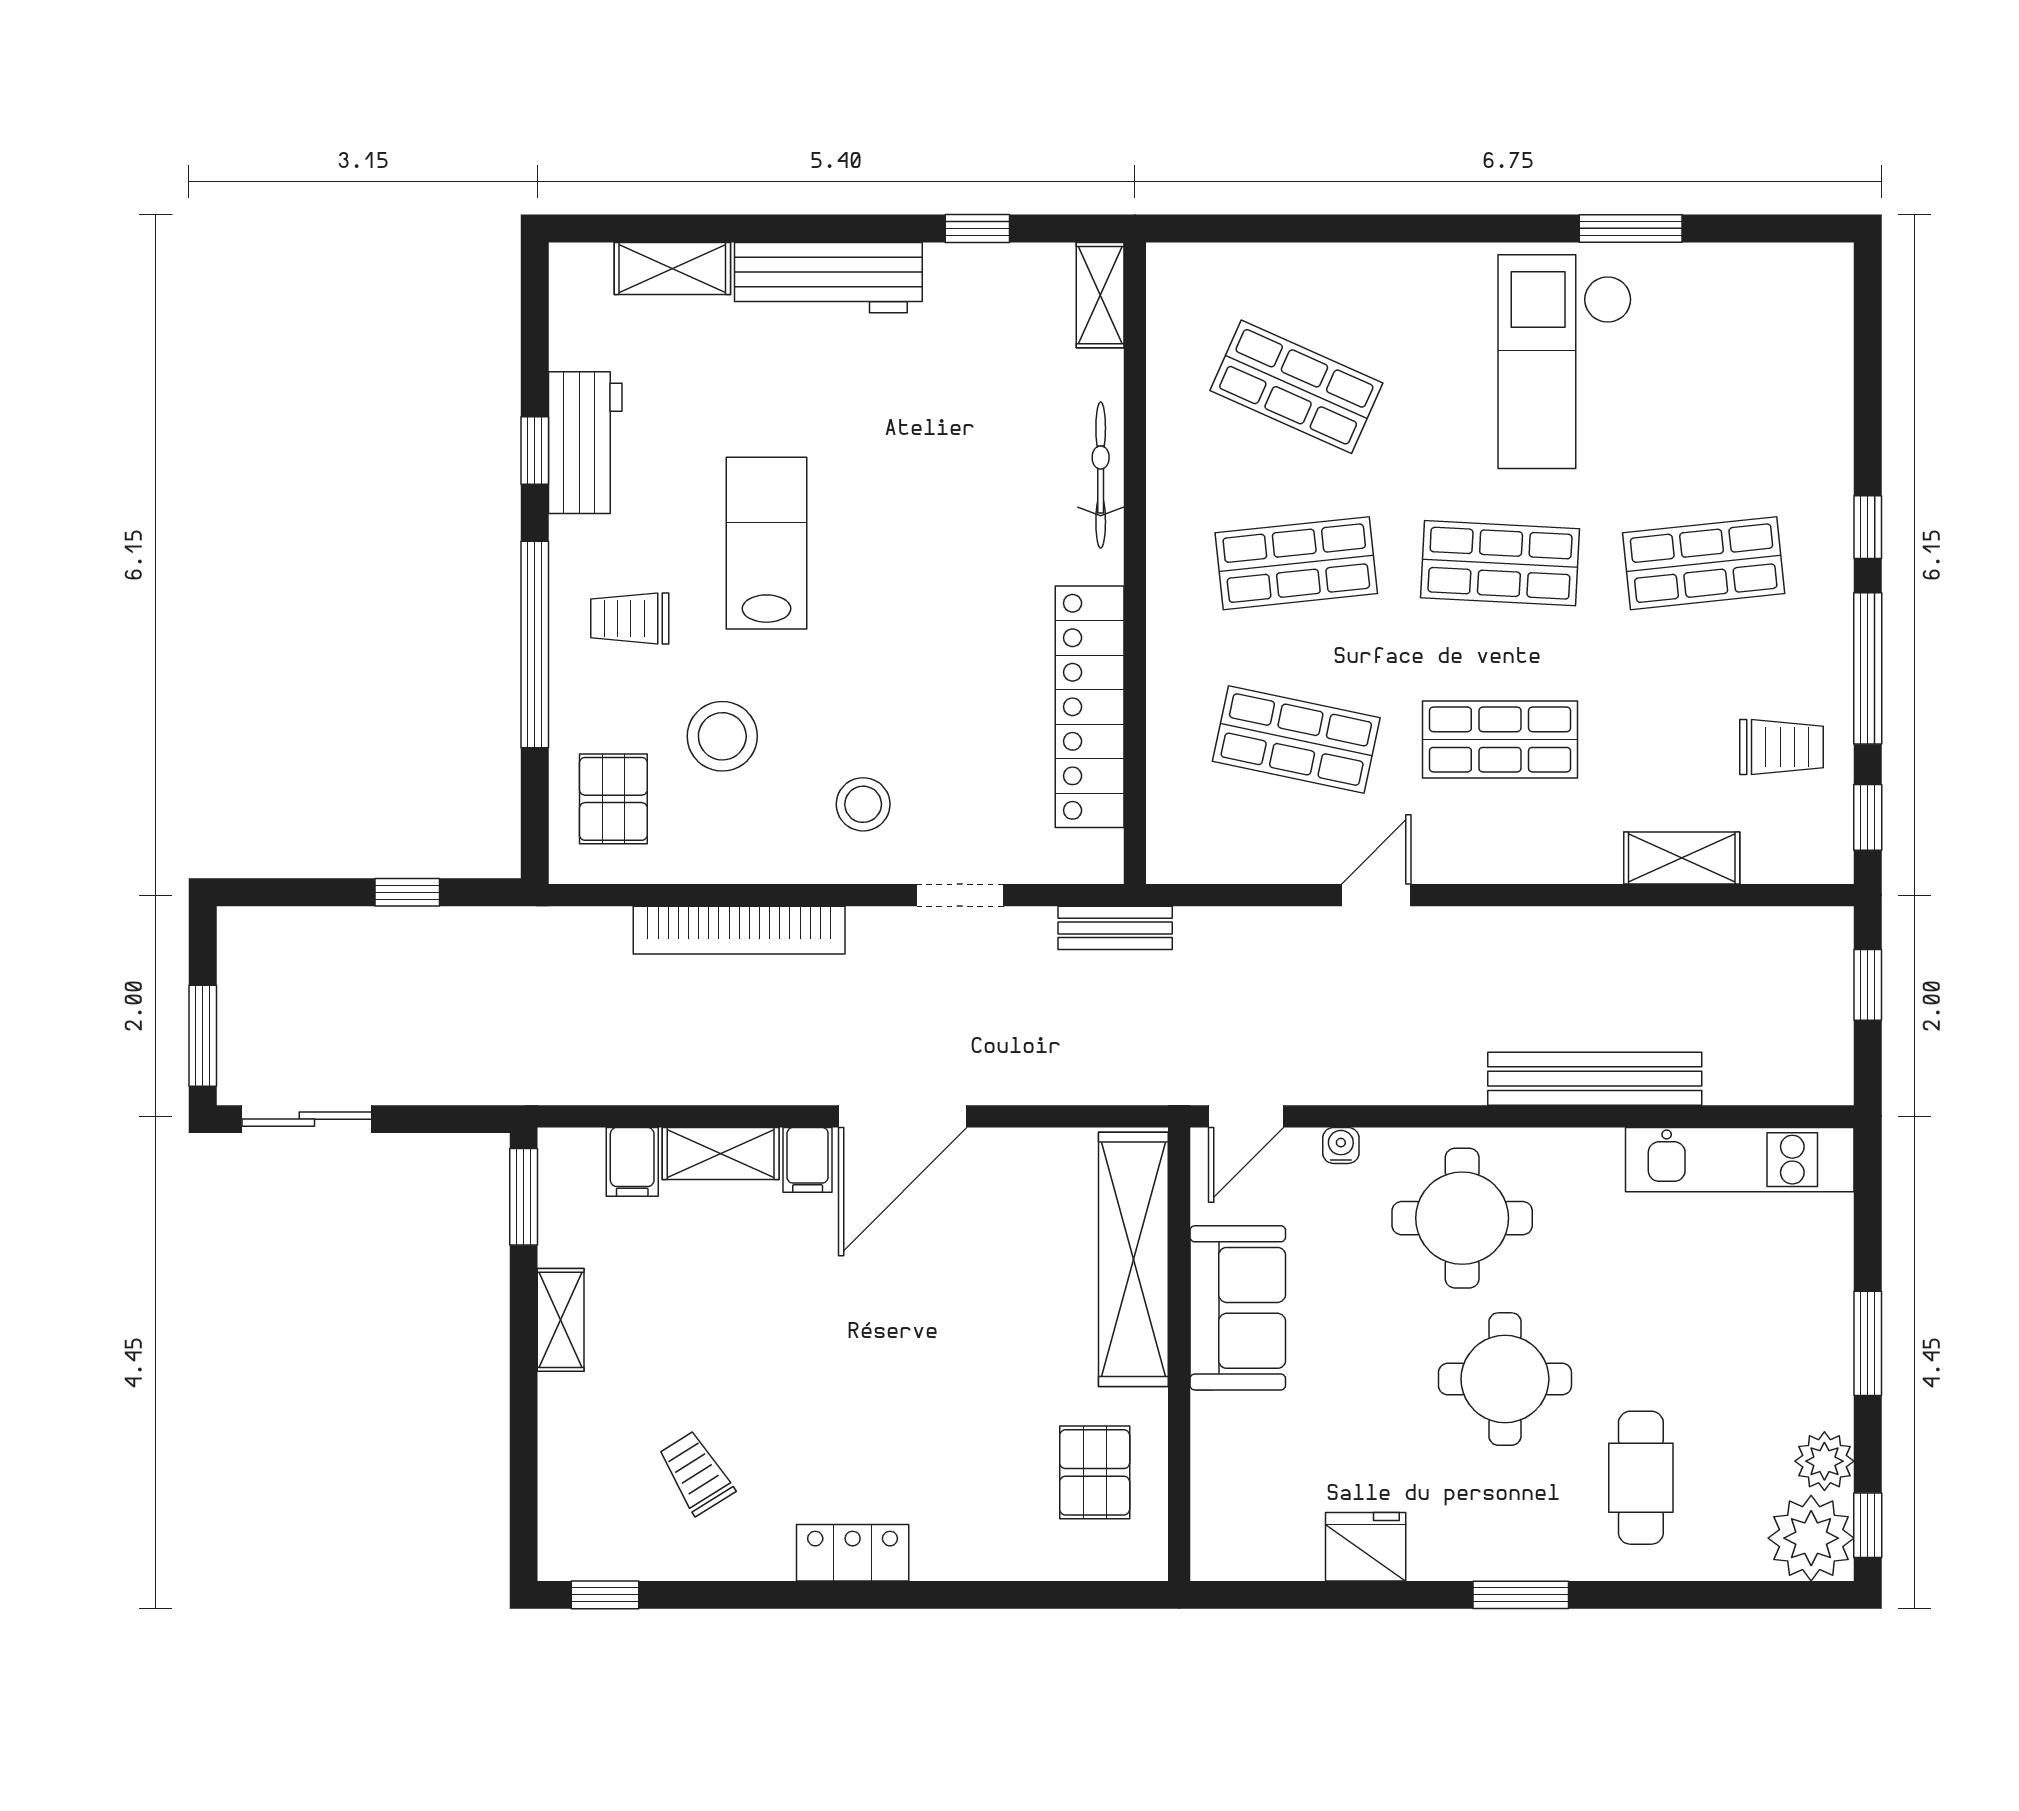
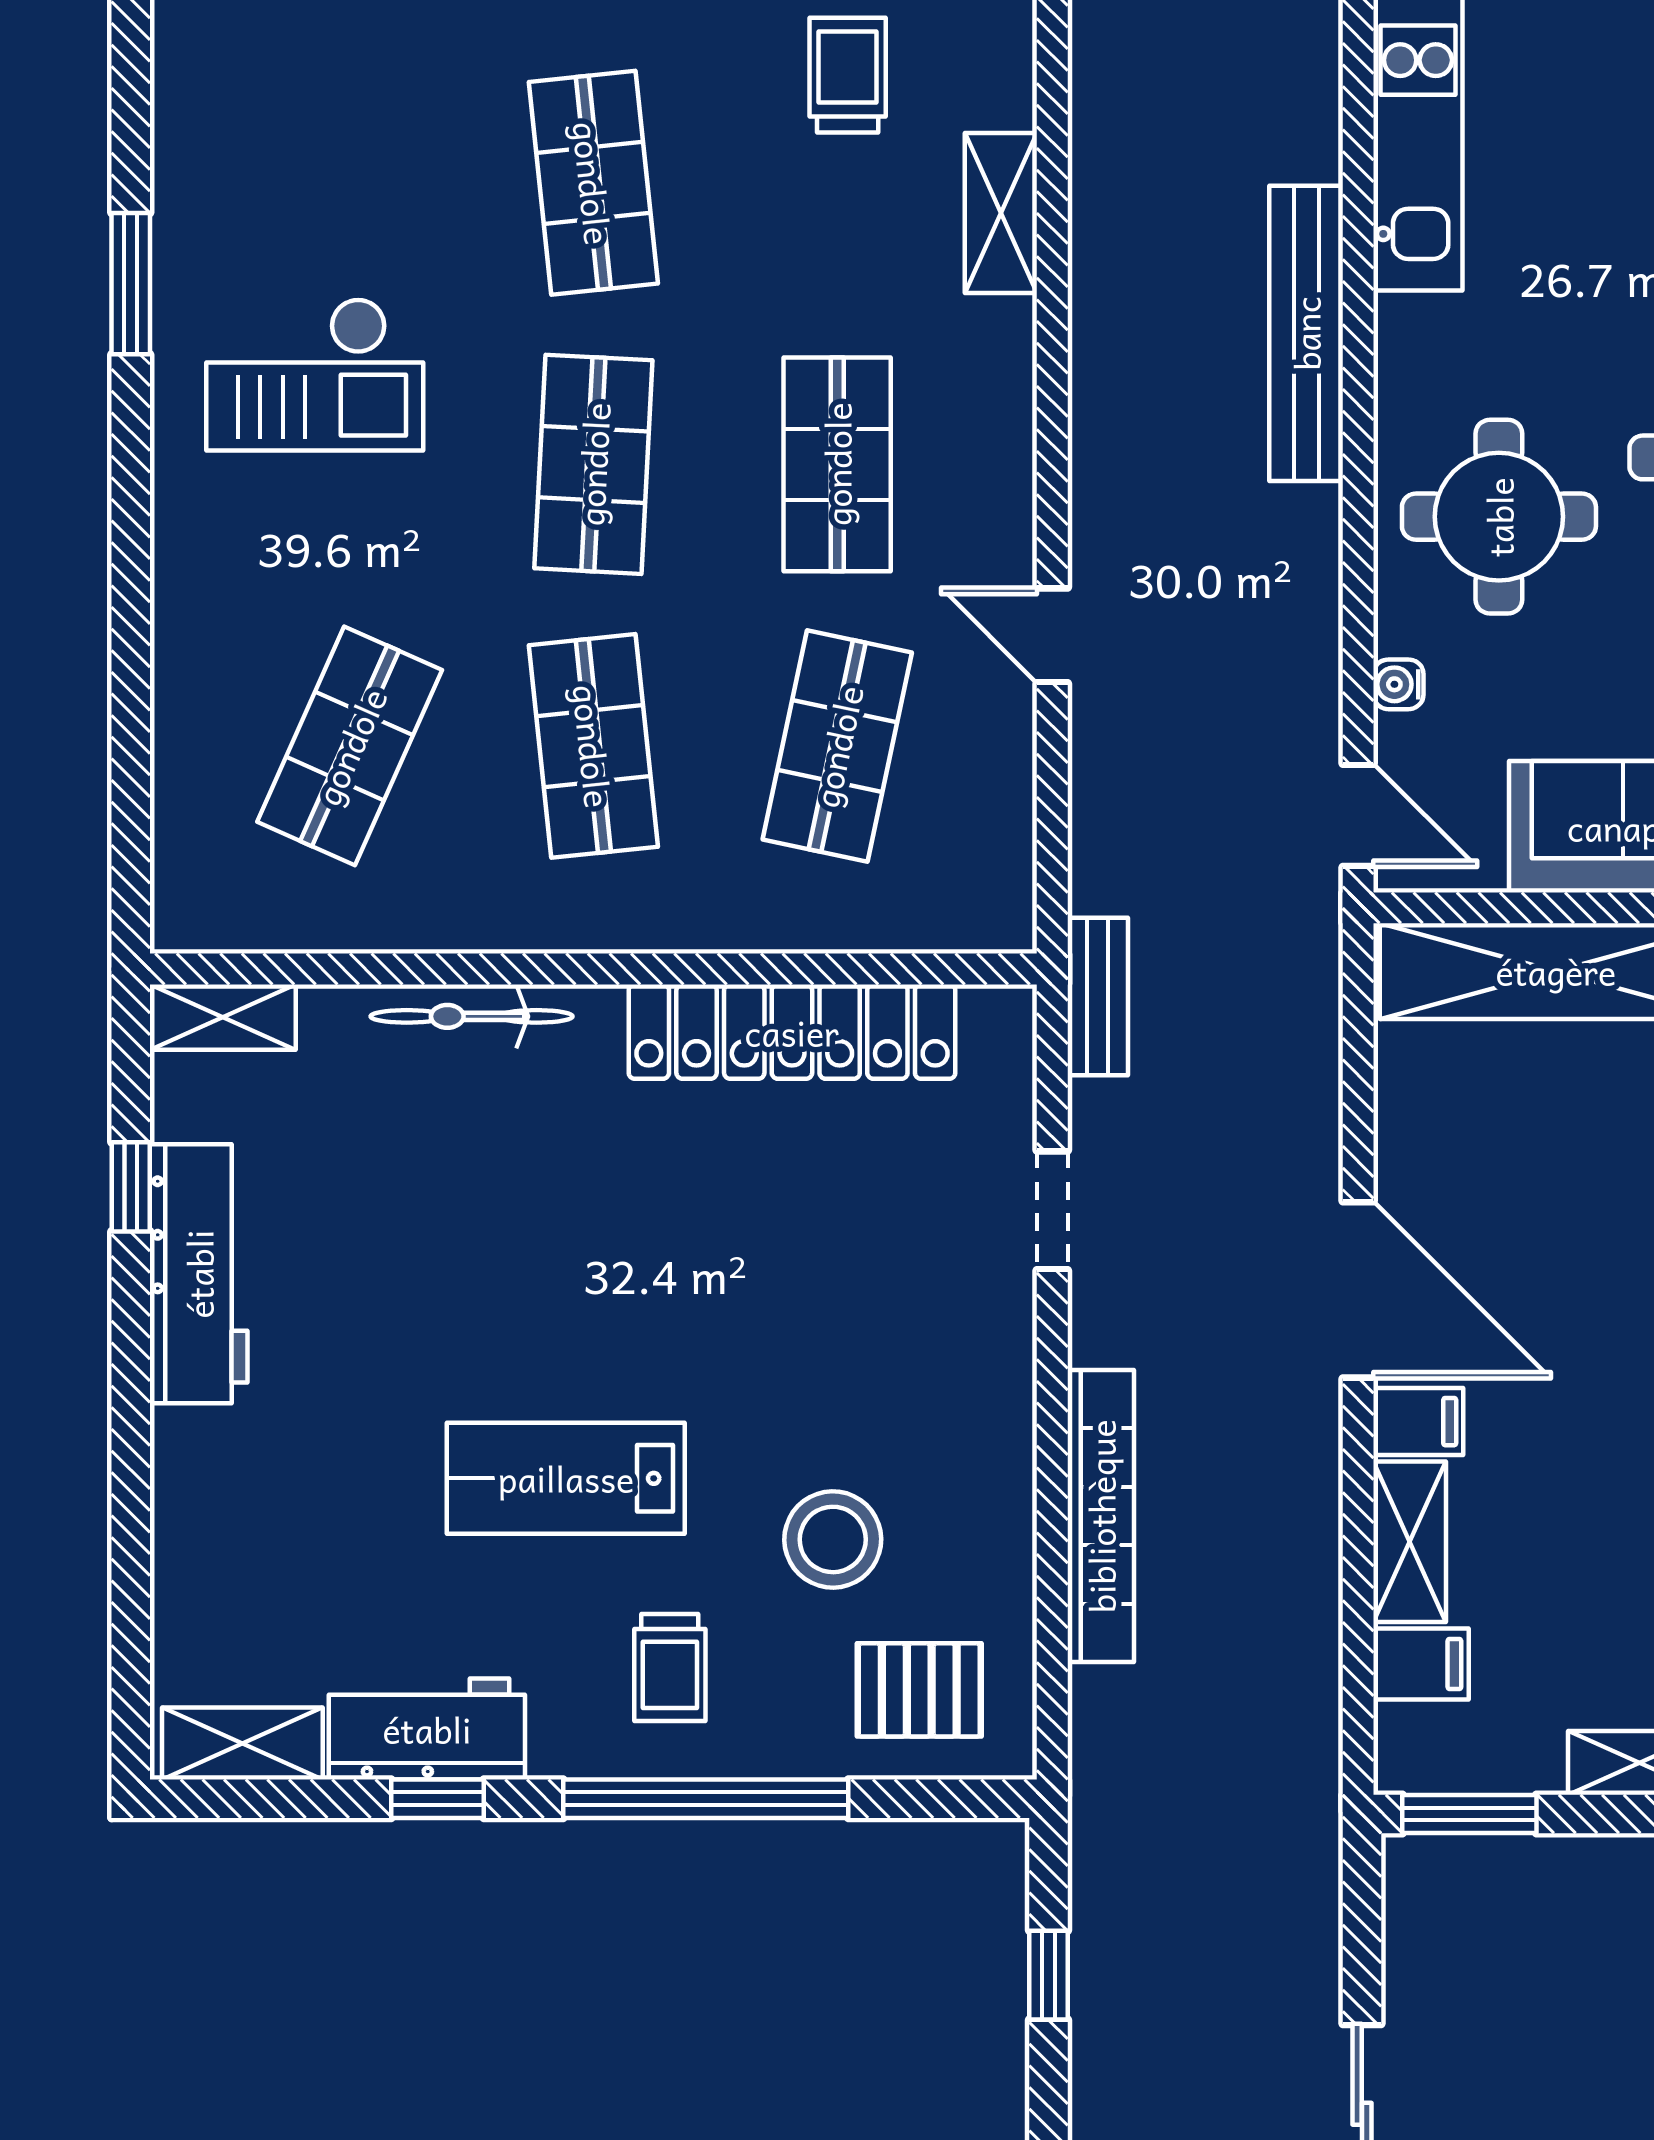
shelving: (672, 268) -> (242, 1744), moved, turned 90
workbench: (828, 278) -> (199, 1274), moved
checkout: (1565, 362) -> (315, 375), width x0.73, depth x0.83
stool: (863, 804) -> (927, 1345), removed

